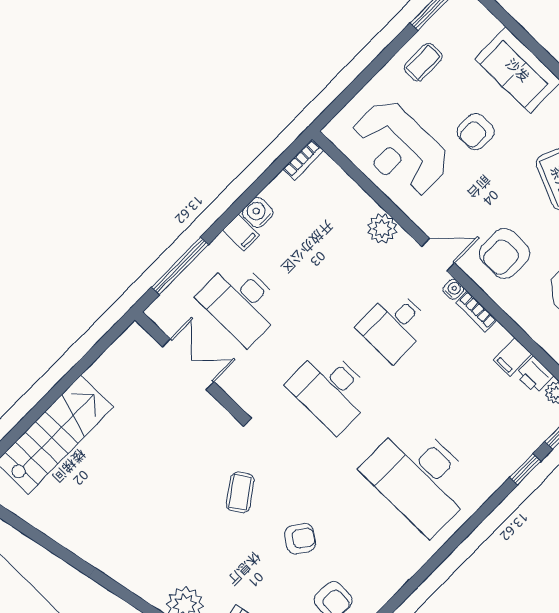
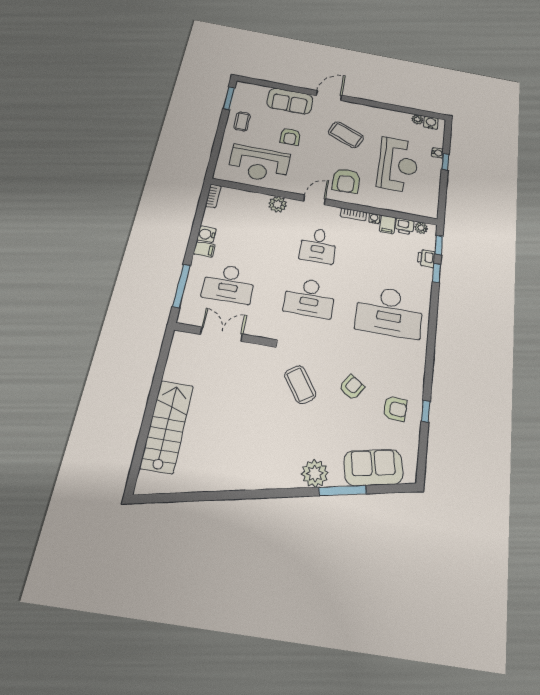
water cooler: (453, 289) -> (374, 218), moved
printer: (527, 440) -> (426, 258), added
coffee table: (240, 492) -> (300, 385), width x1.36, depth x1.30

